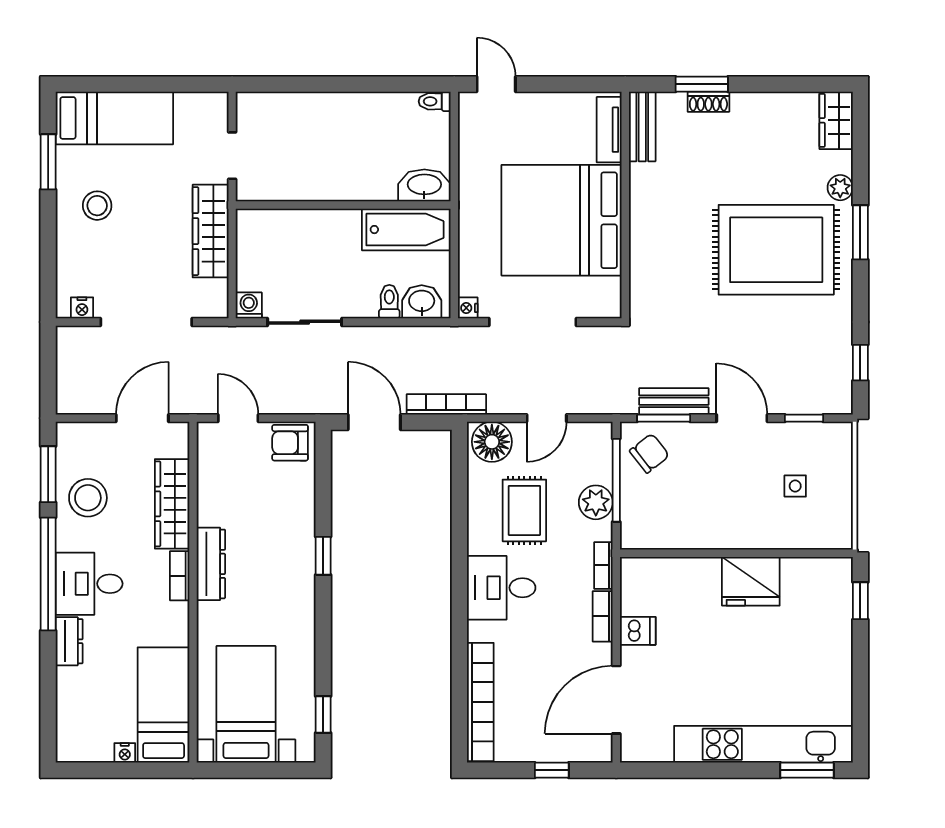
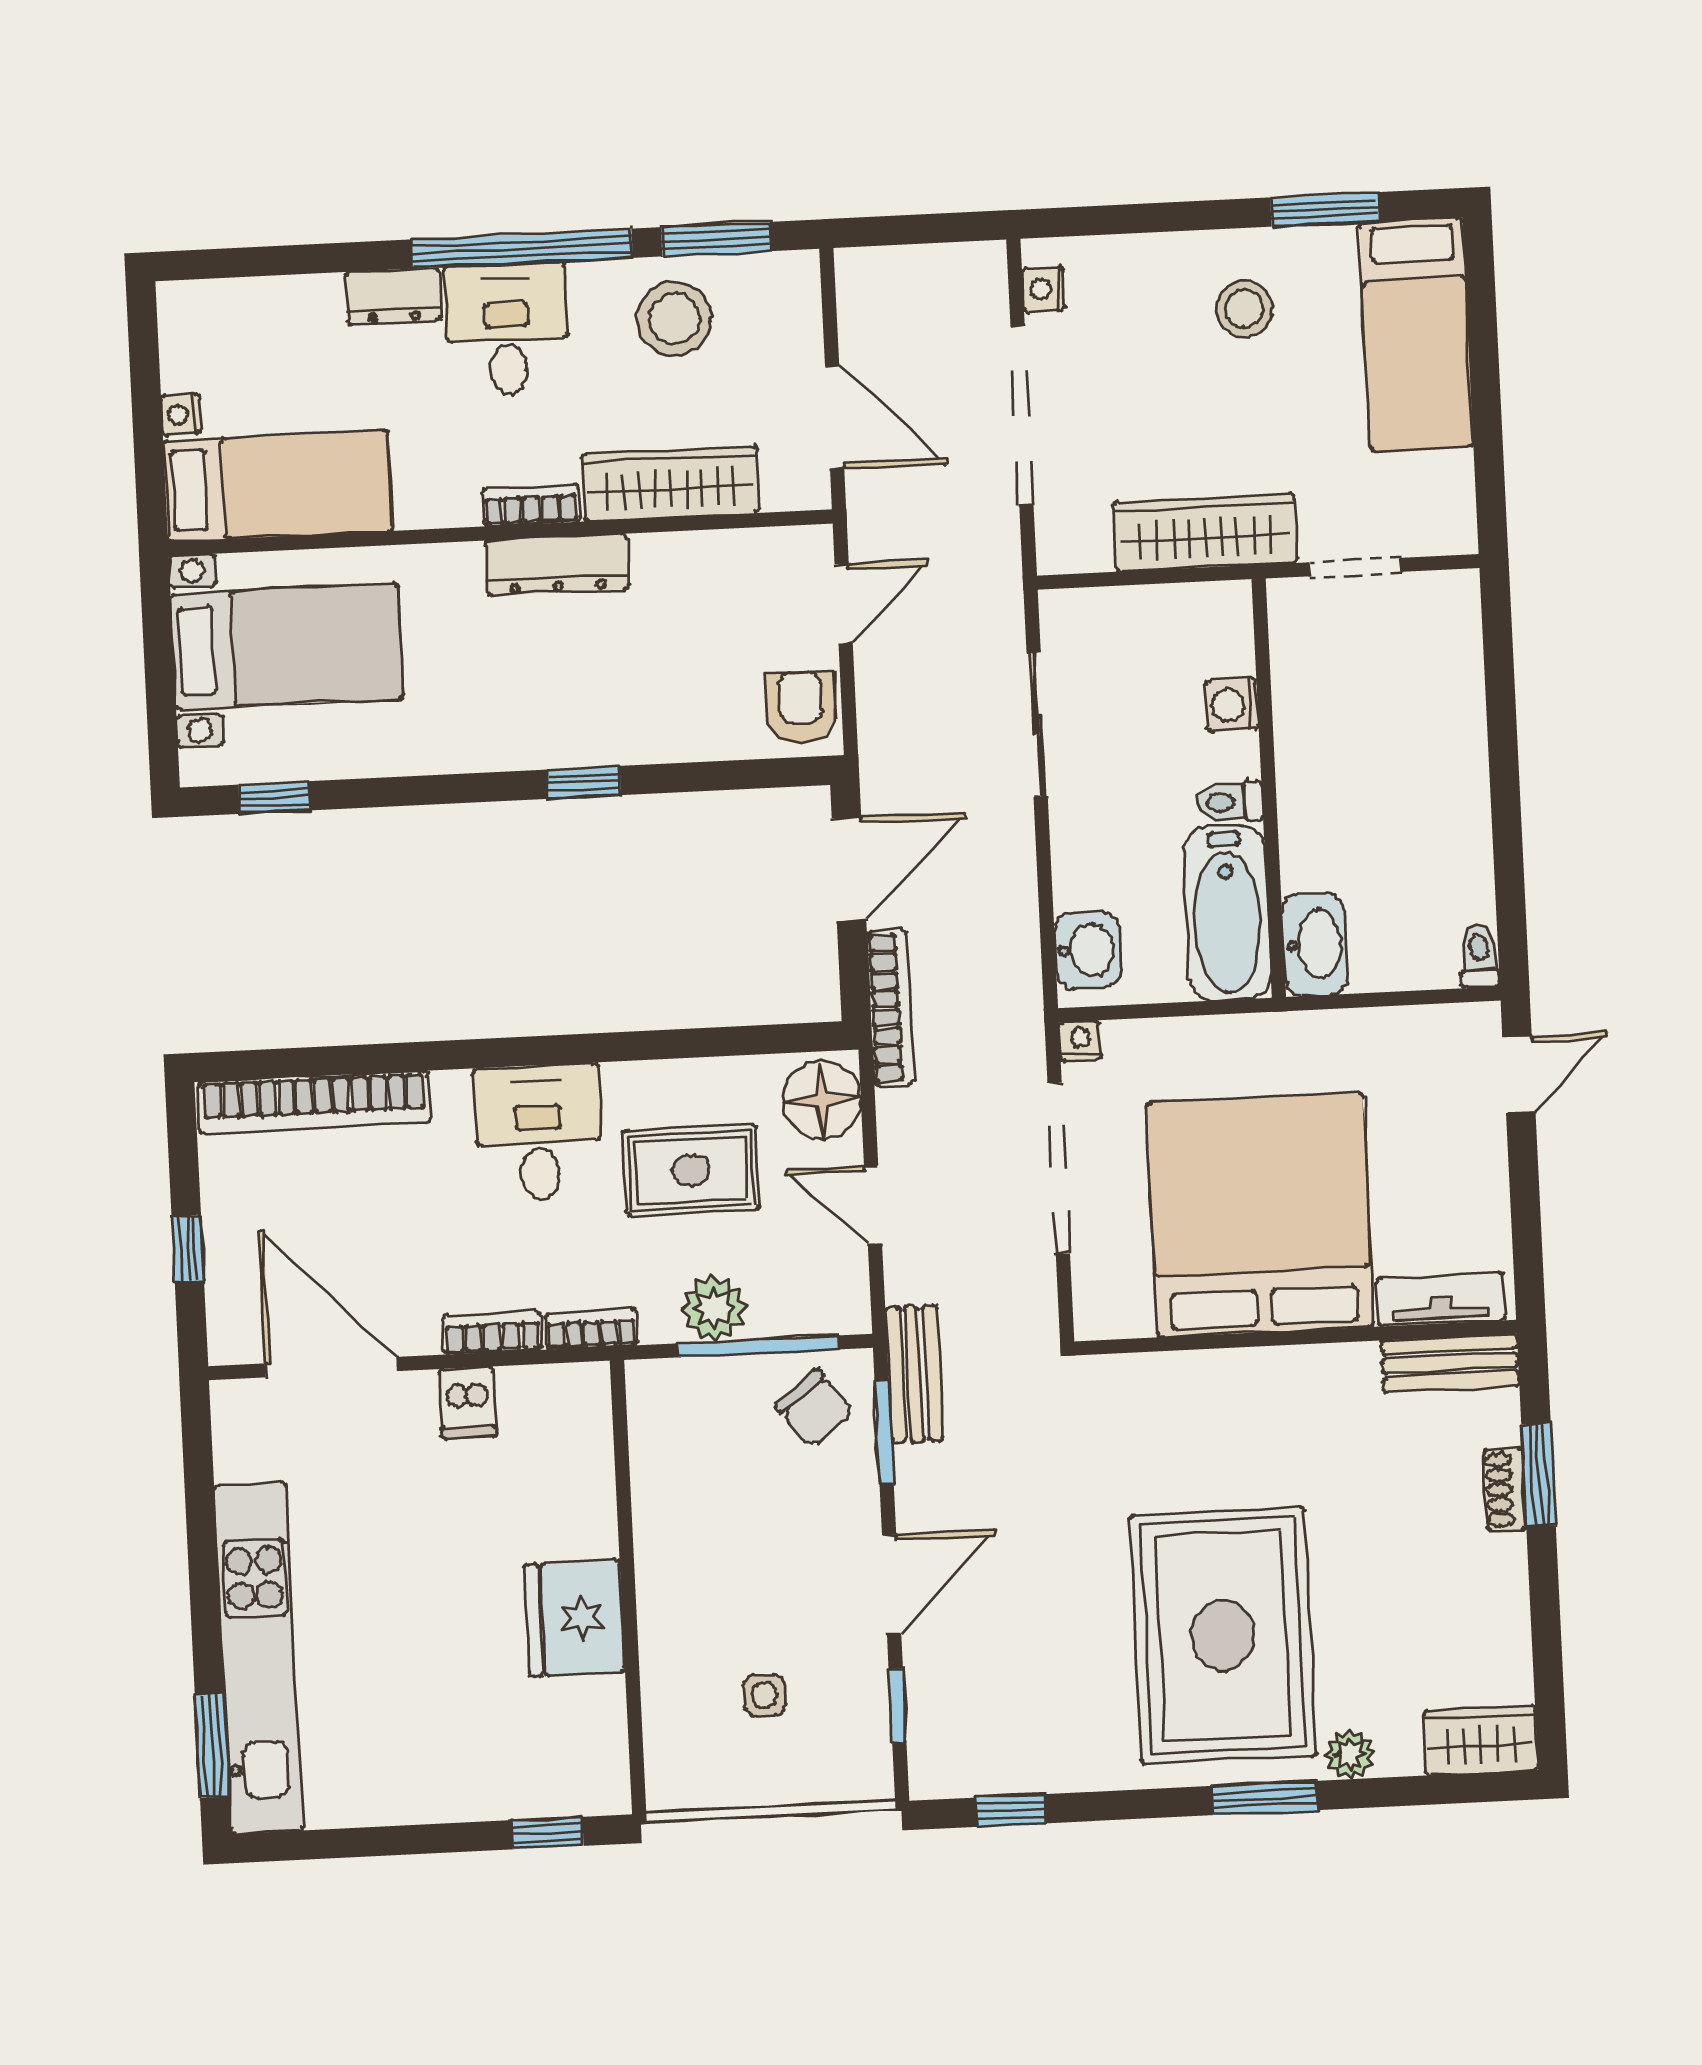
toilet: (389, 302) -> (1230, 802), moved, turned 180
washing machine: (249, 305) -> (1232, 705), moved, turned 180
bench: (674, 401) -> (914, 1374), moved

